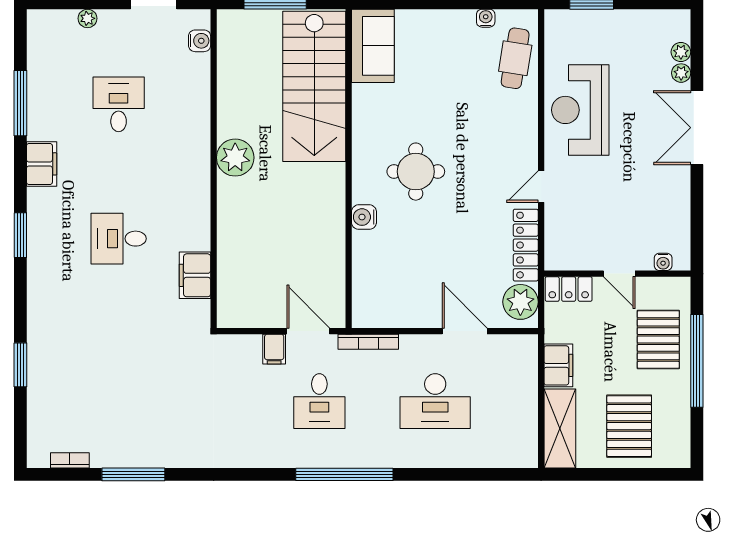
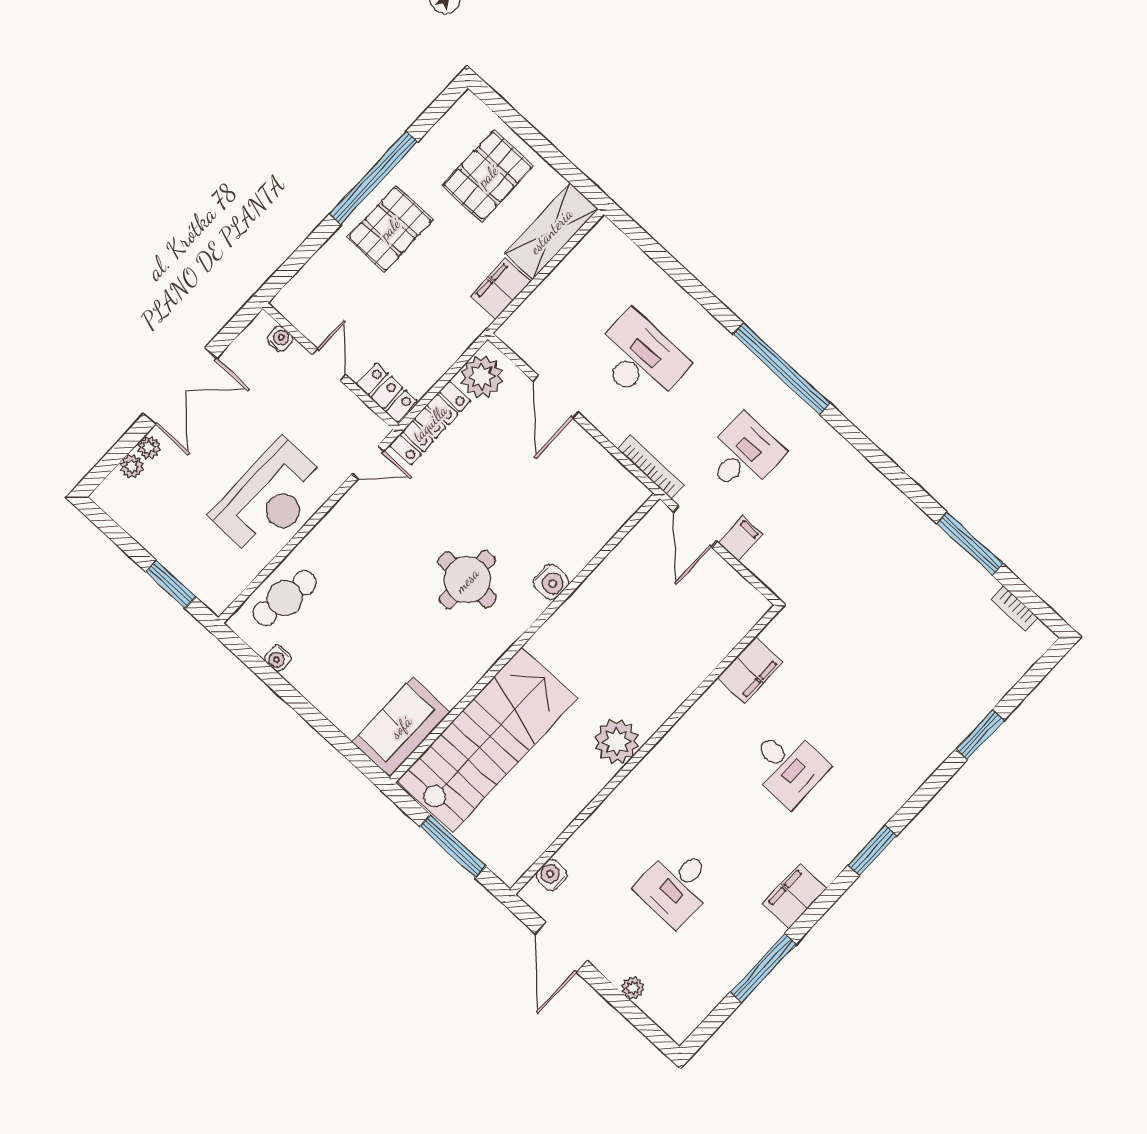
water cooler: (663, 262) -> (280, 339), moved
wall: (617, 274) -> (331, 366), moved
door: (619, 274) -> (329, 365), moved
locker: (569, 289) -> (387, 393), moved

